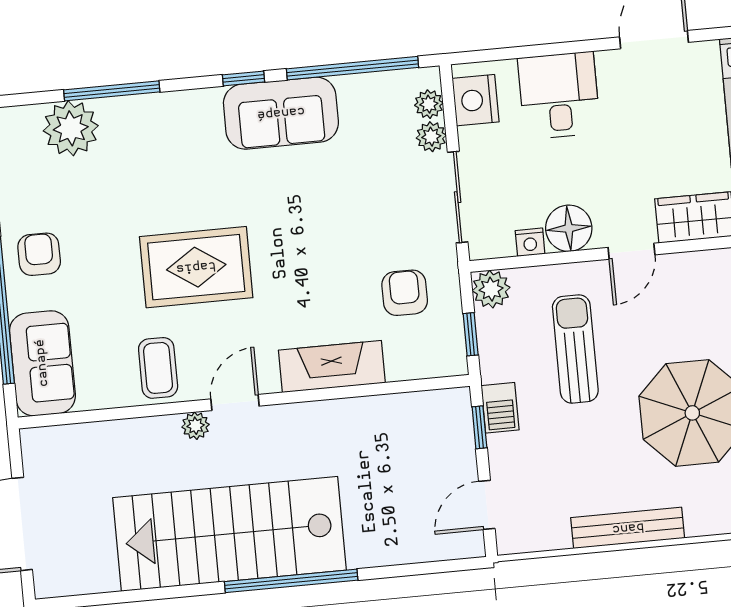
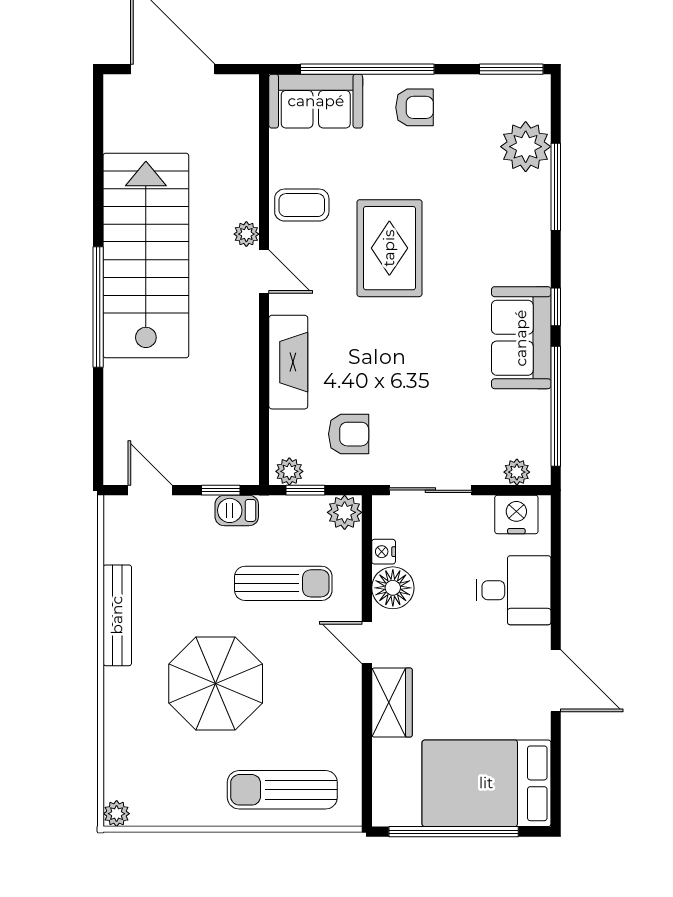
plant: (431, 137) -> (289, 471), moved

